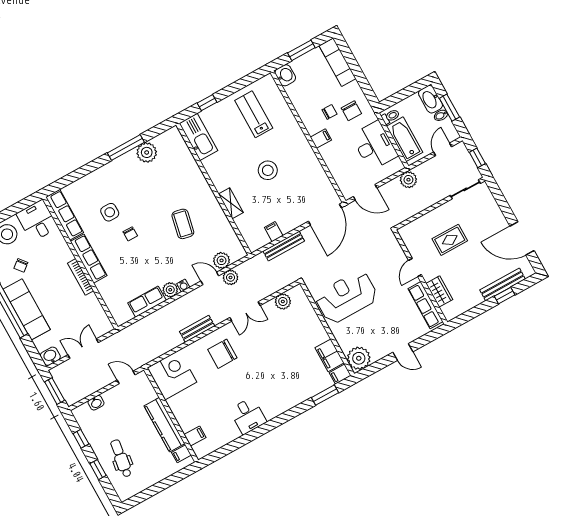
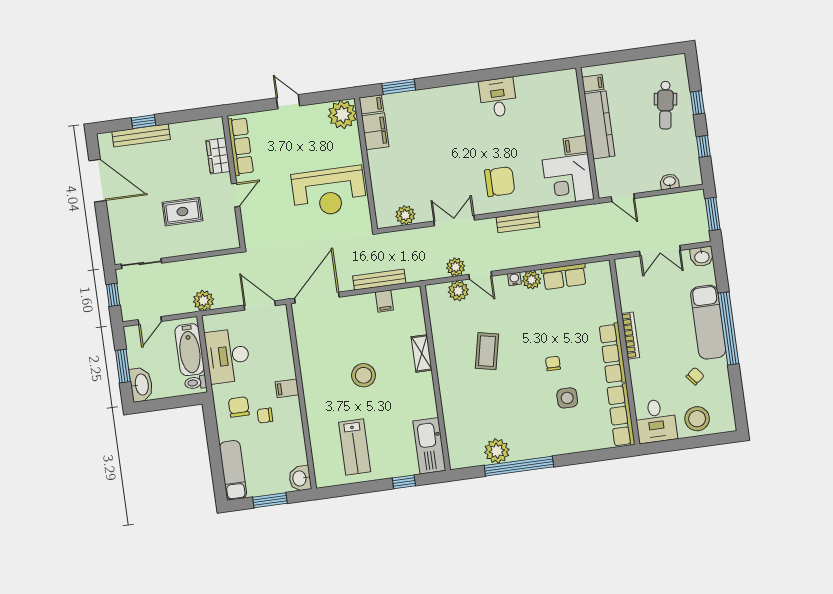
bidet: (441, 115) -> (136, 361), removed
window: (126, 148) -> (519, 466), width x1.46
filing cabinet: (195, 436) -> (575, 145), moved

